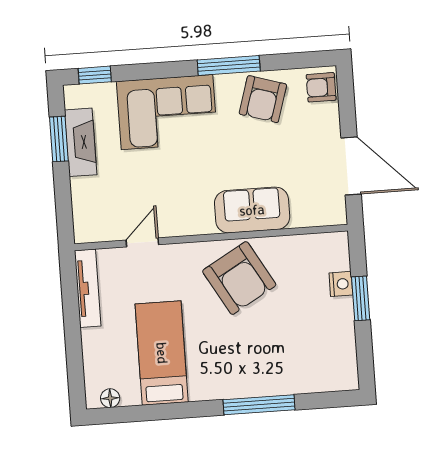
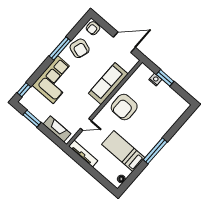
fireplace: (81, 142) -> (57, 129), moved
sofa: (252, 210) -> (108, 84), width x1.36
door: (142, 242) -> (86, 125), swing flipped
armchair: (239, 278) -> (124, 107), turned 120
window: (259, 405) -> (155, 151), moved

